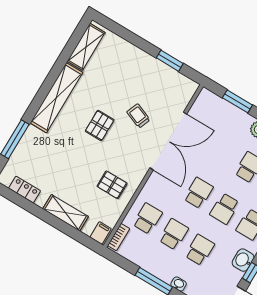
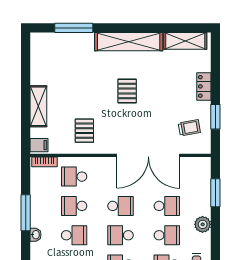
trolley: (138, 116) -> (189, 128), moved, turned 58
pallet: (100, 125) -> (127, 91), turned 90
school desk: (223, 152) -> (167, 206), added
locker: (25, 190) -> (204, 86), moved, turned 180
school desk: (147, 219) -> (74, 177), turned 180
school desk: (174, 234) -> (74, 206), turned 180

